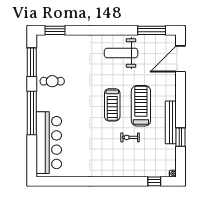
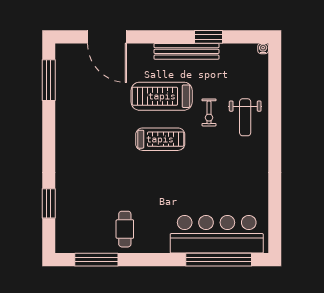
window: (55, 30) -> (49, 203), moved
weight bench: (121, 53) -> (245, 117), moved, width x0.73, depth x0.75
door: (181, 59) -> (107, 37), moved
window: (32, 113) -> (219, 260), moved
window: (154, 181) -> (275, 76), removed

